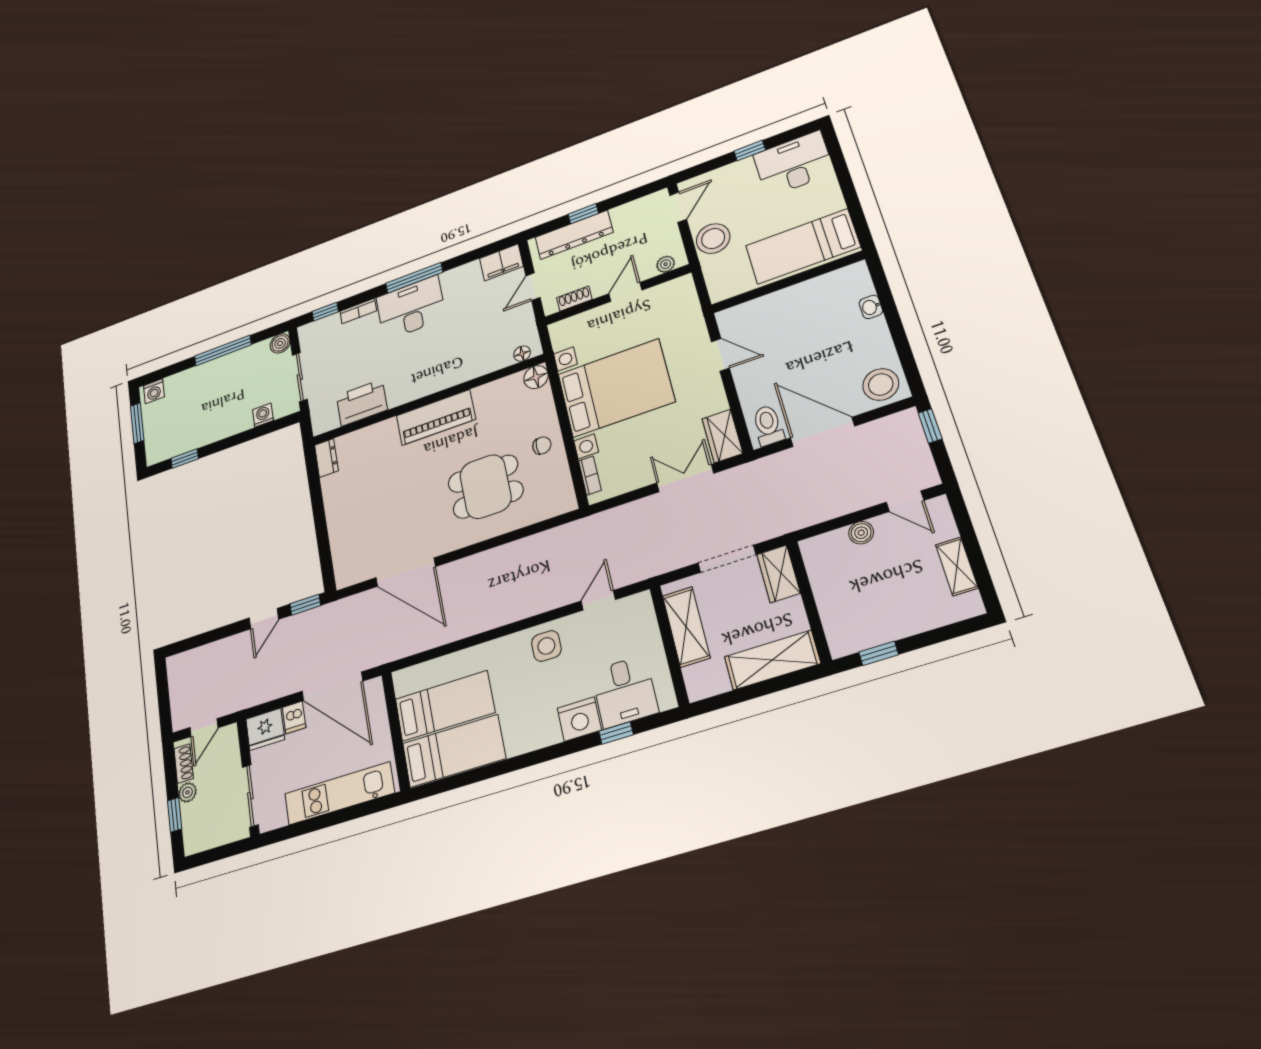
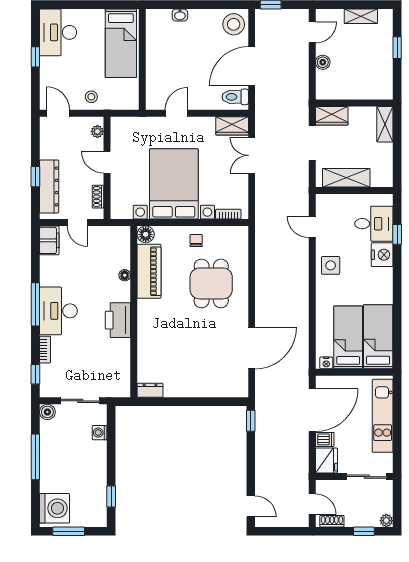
stool: (713, 239) -> (91, 97), width x0.53, depth x0.53
floor lamp: (522, 354) -> (125, 275), moved
washing machine: (154, 391) -> (55, 508), width x1.89, depth x1.89
printer: (362, 403) -> (118, 320), moved
piano: (436, 417) -> (149, 271), moved
door: (264, 619) -> (251, 506), moved
window: (879, 653) -> (397, 48), moved
shelving: (772, 660) -> (385, 124), width x0.67, depth x0.75
nightstand: (402, 685) -> (326, 363), added
plant: (187, 792) -> (386, 521), moved

